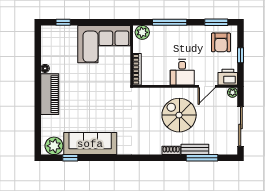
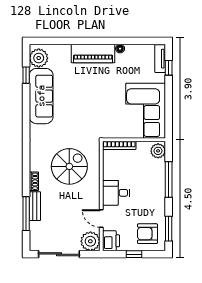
tv unit: (55, 30) -> (160, 59), added
plant: (233, 92) -> (90, 241), width x1.88, depth x1.88
spiral stairs: (179, 115) -> (69, 166), moved

